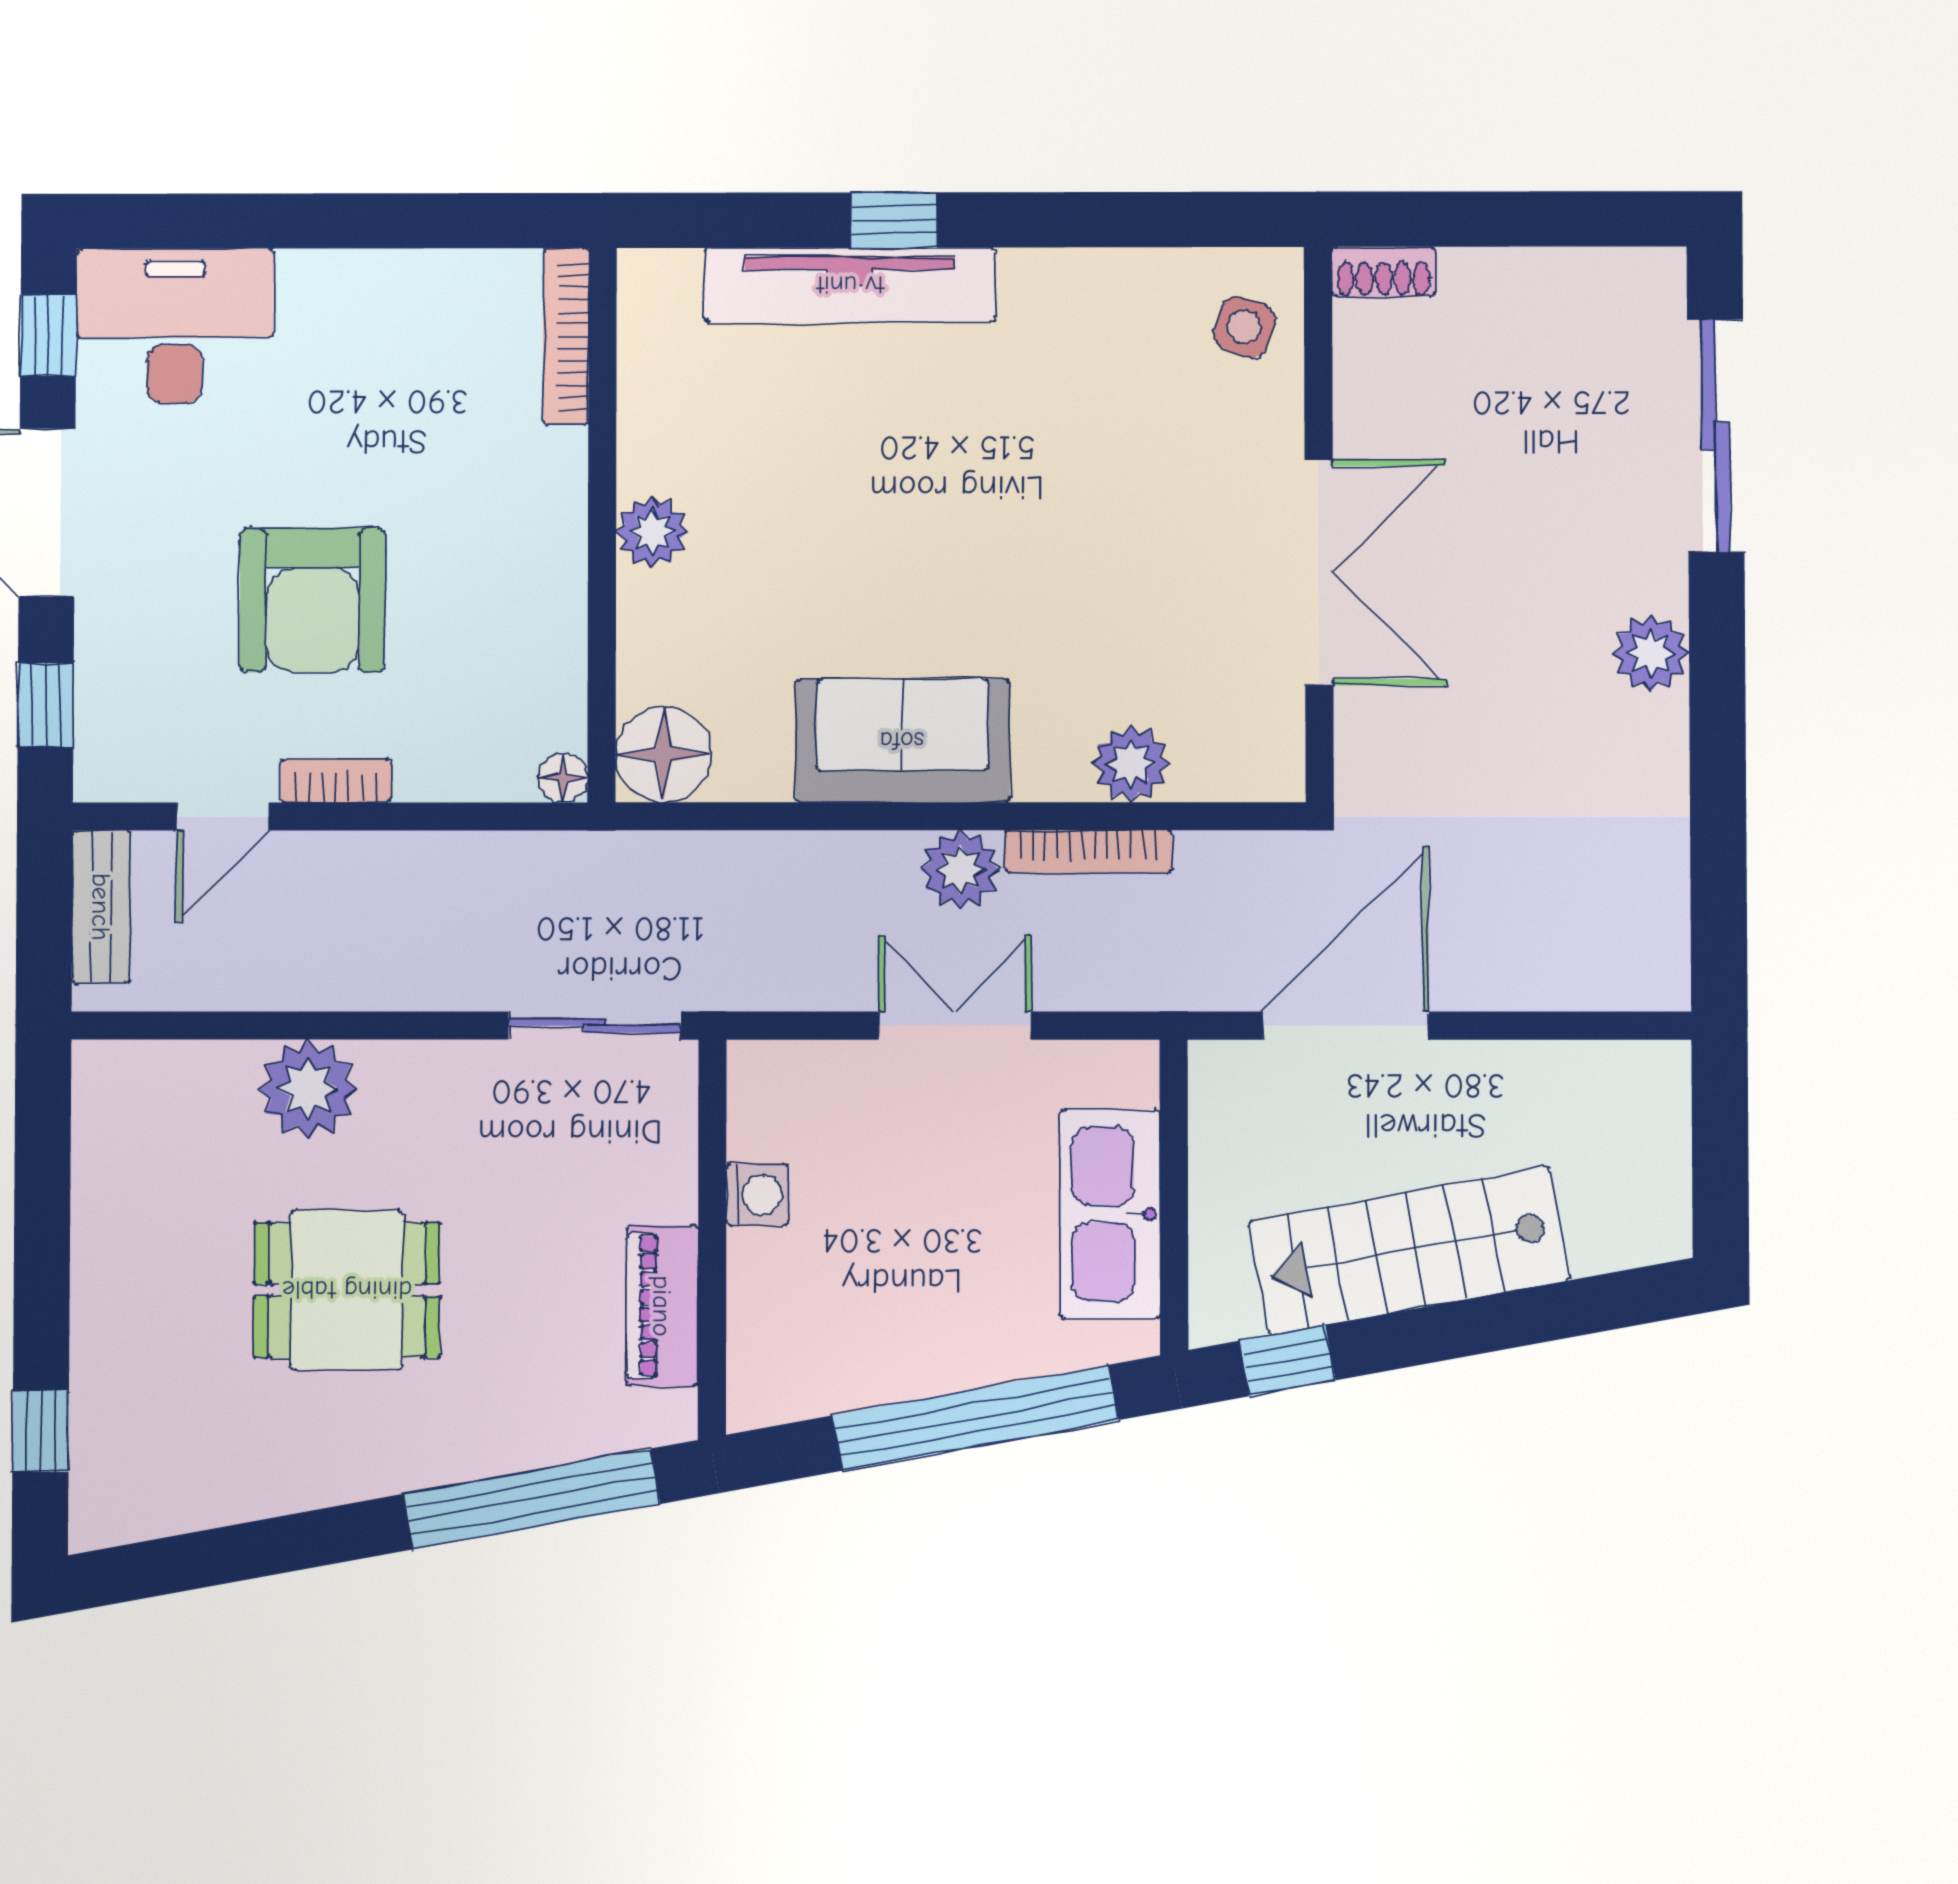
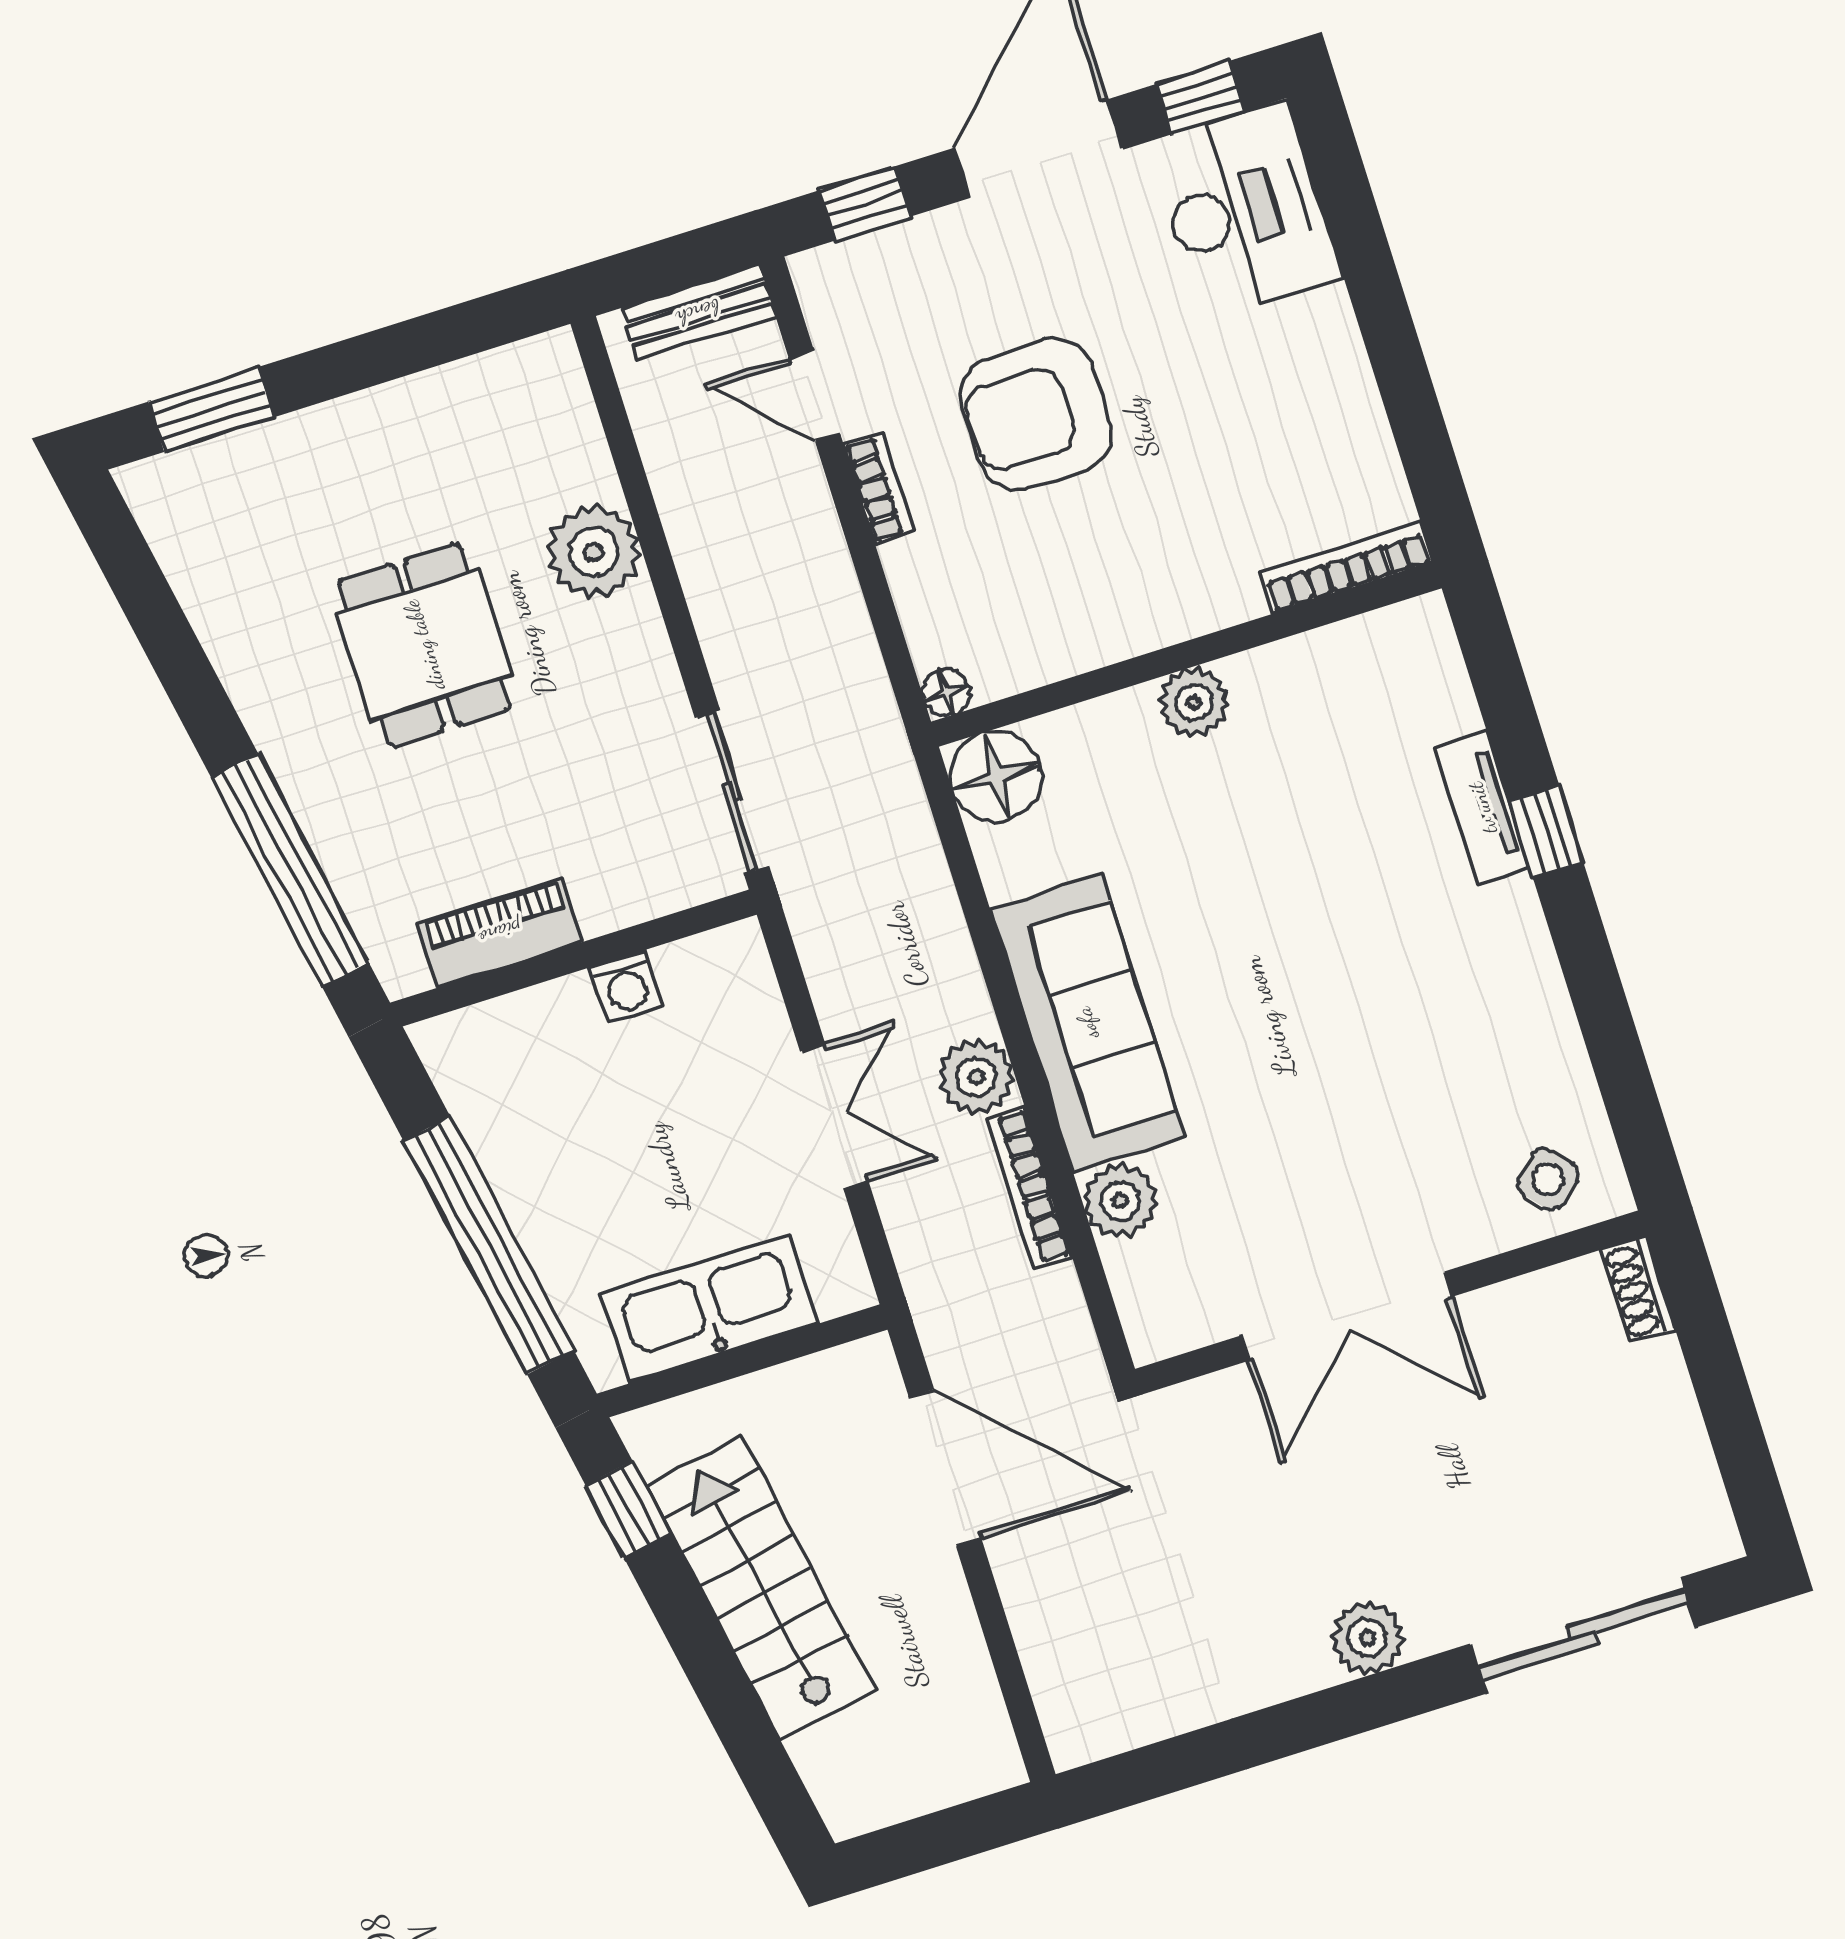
tv unit: (850, 285) -> (1482, 808), width x0.52, depth x0.78
side table: (1244, 327) -> (1548, 1179), turned 30
sofa: (902, 741) -> (1087, 1023), width x1.36
window: (41, 1431) -> (211, 410), width x1.50

